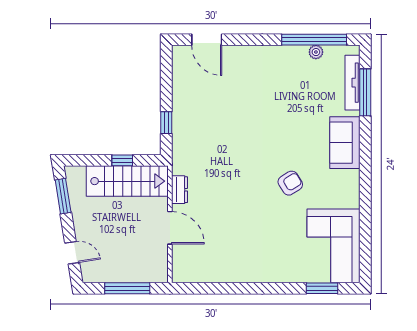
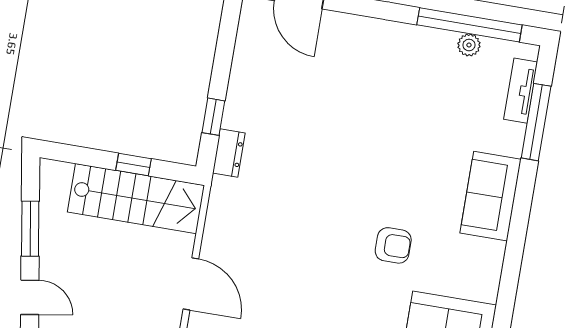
tv unit: (352, 83) -> (521, 91), width x0.71
armchair: (290, 183) -> (393, 245), turned 32
dresser: (180, 190) -> (229, 153), moved
window: (63, 196) -> (30, 229), moved

